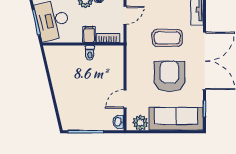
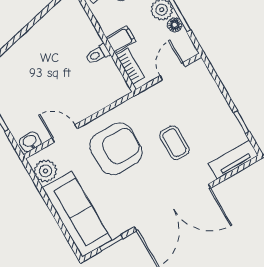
door: (125, 15) -> (172, 71), swing flipped
coffee table: (167, 38) -> (174, 143), width x0.73, depth x0.77
armchair: (169, 76) -> (116, 149), moved

